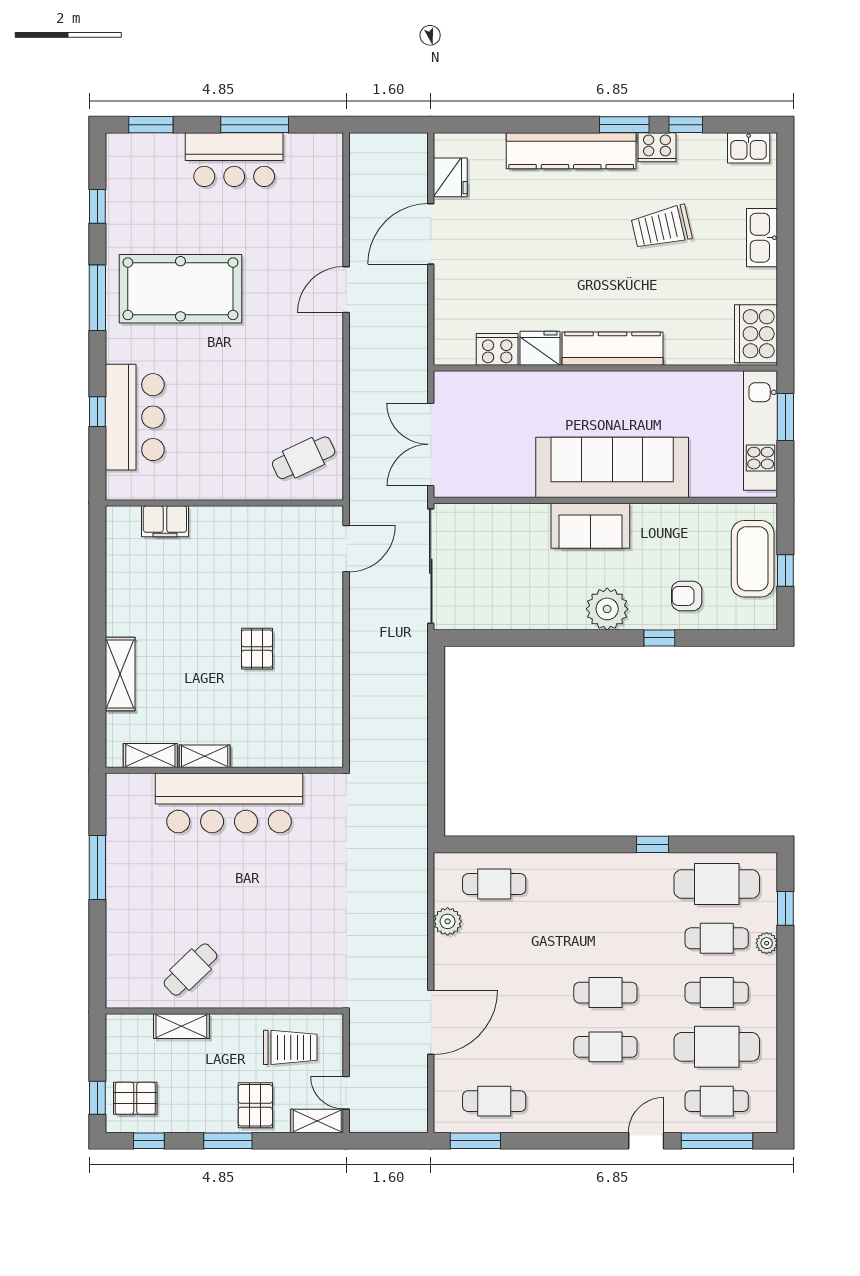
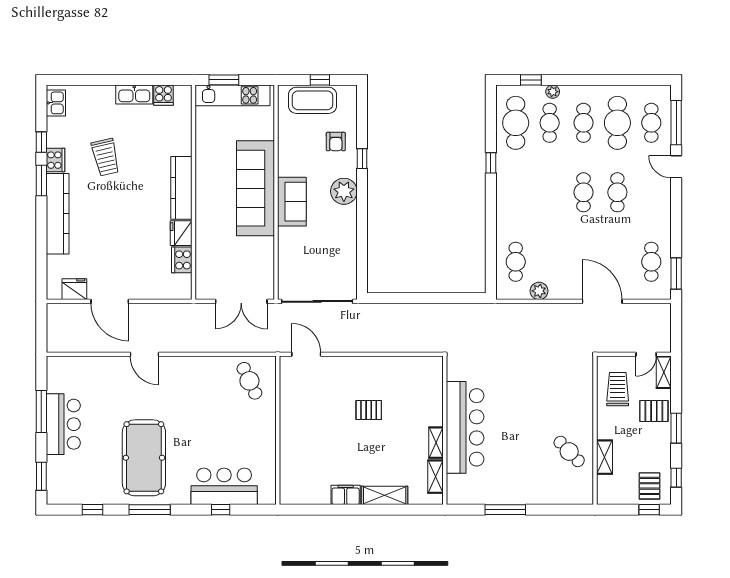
kitchen sink: (762, 238) -> (134, 95), moved
cooker: (756, 334) -> (164, 95), width x0.53, depth x0.76
filing cabinet: (165, 521) -> (346, 495), moved, turned -90

